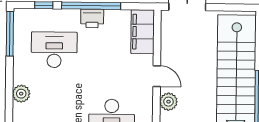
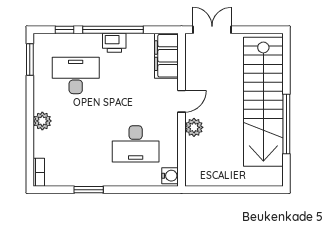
window: (10, 34) -> (30, 59), width x0.69
door: (157, 76) -> (181, 101), hinge flipped

